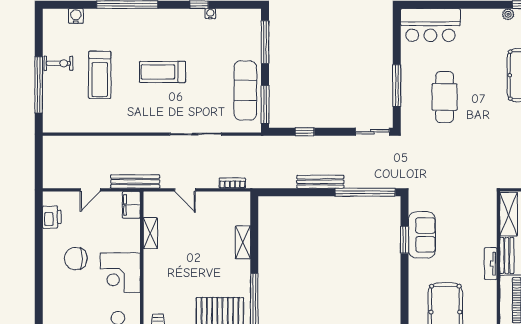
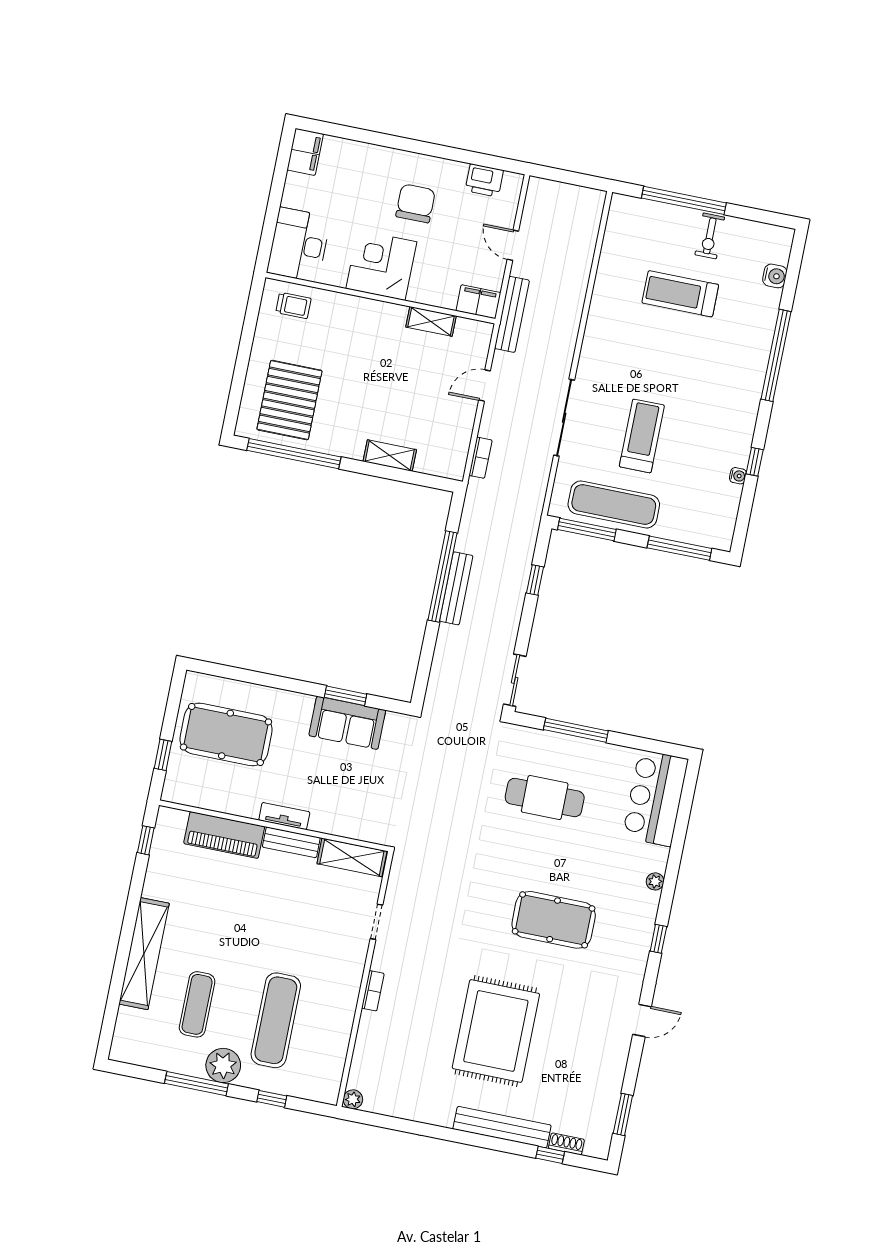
plant: (508, 14) -> (655, 881), moved
treadmill: (162, 72) -> (642, 436), moved
window: (365, 192) -> (443, 577), moved

